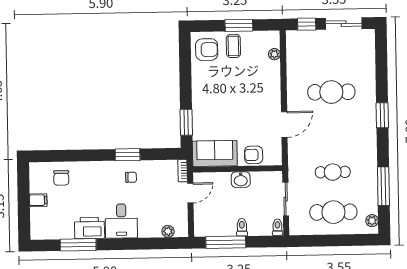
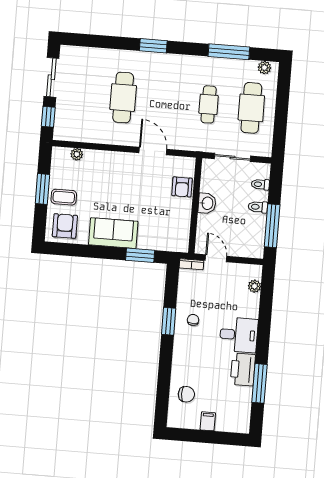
sofa: (215, 153) -> (113, 233), moved, turned 90
toilet: (277, 227) -> (260, 184), moved

